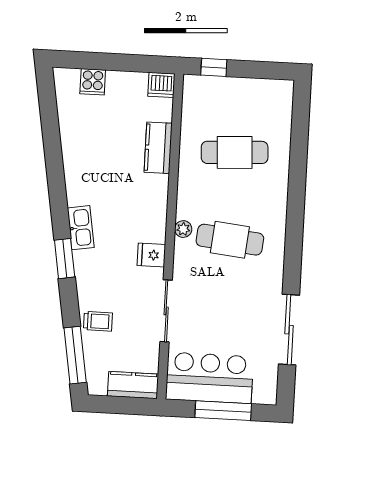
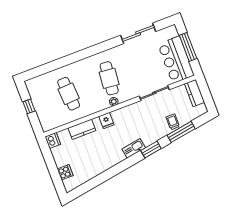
window: (214, 67) -> (29, 106), moved
fridge: (151, 255) -> (106, 121), moved
window: (75, 355) -> (181, 132), moved

